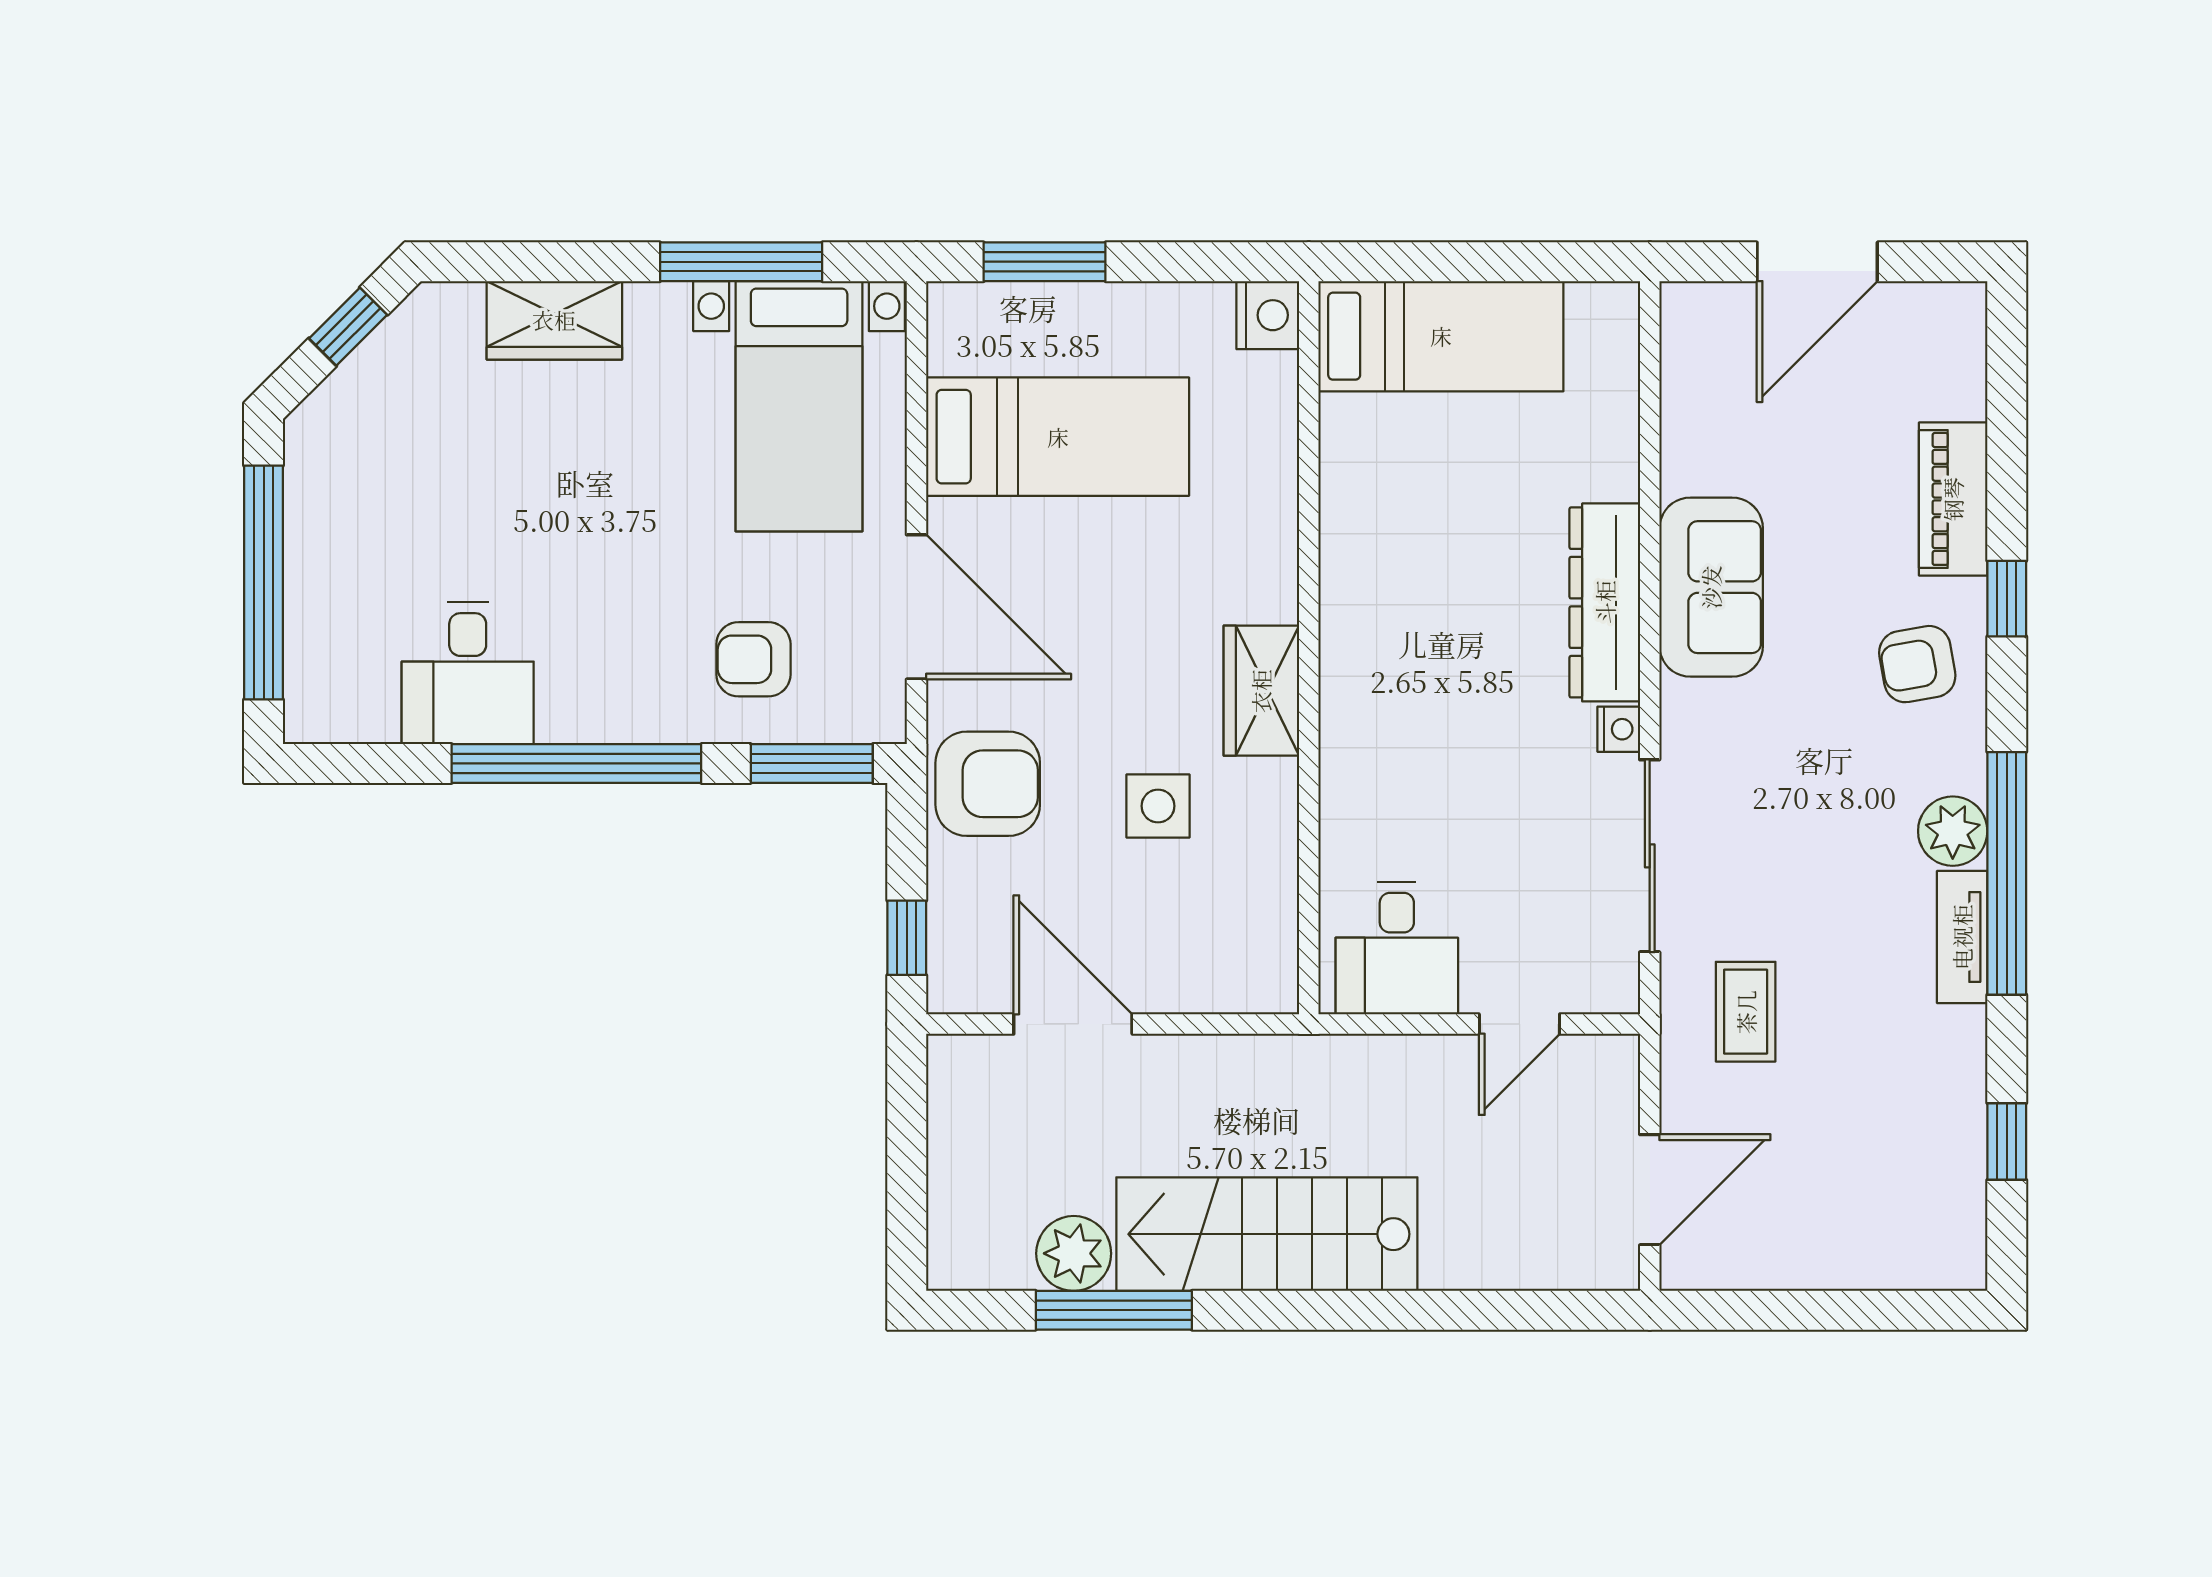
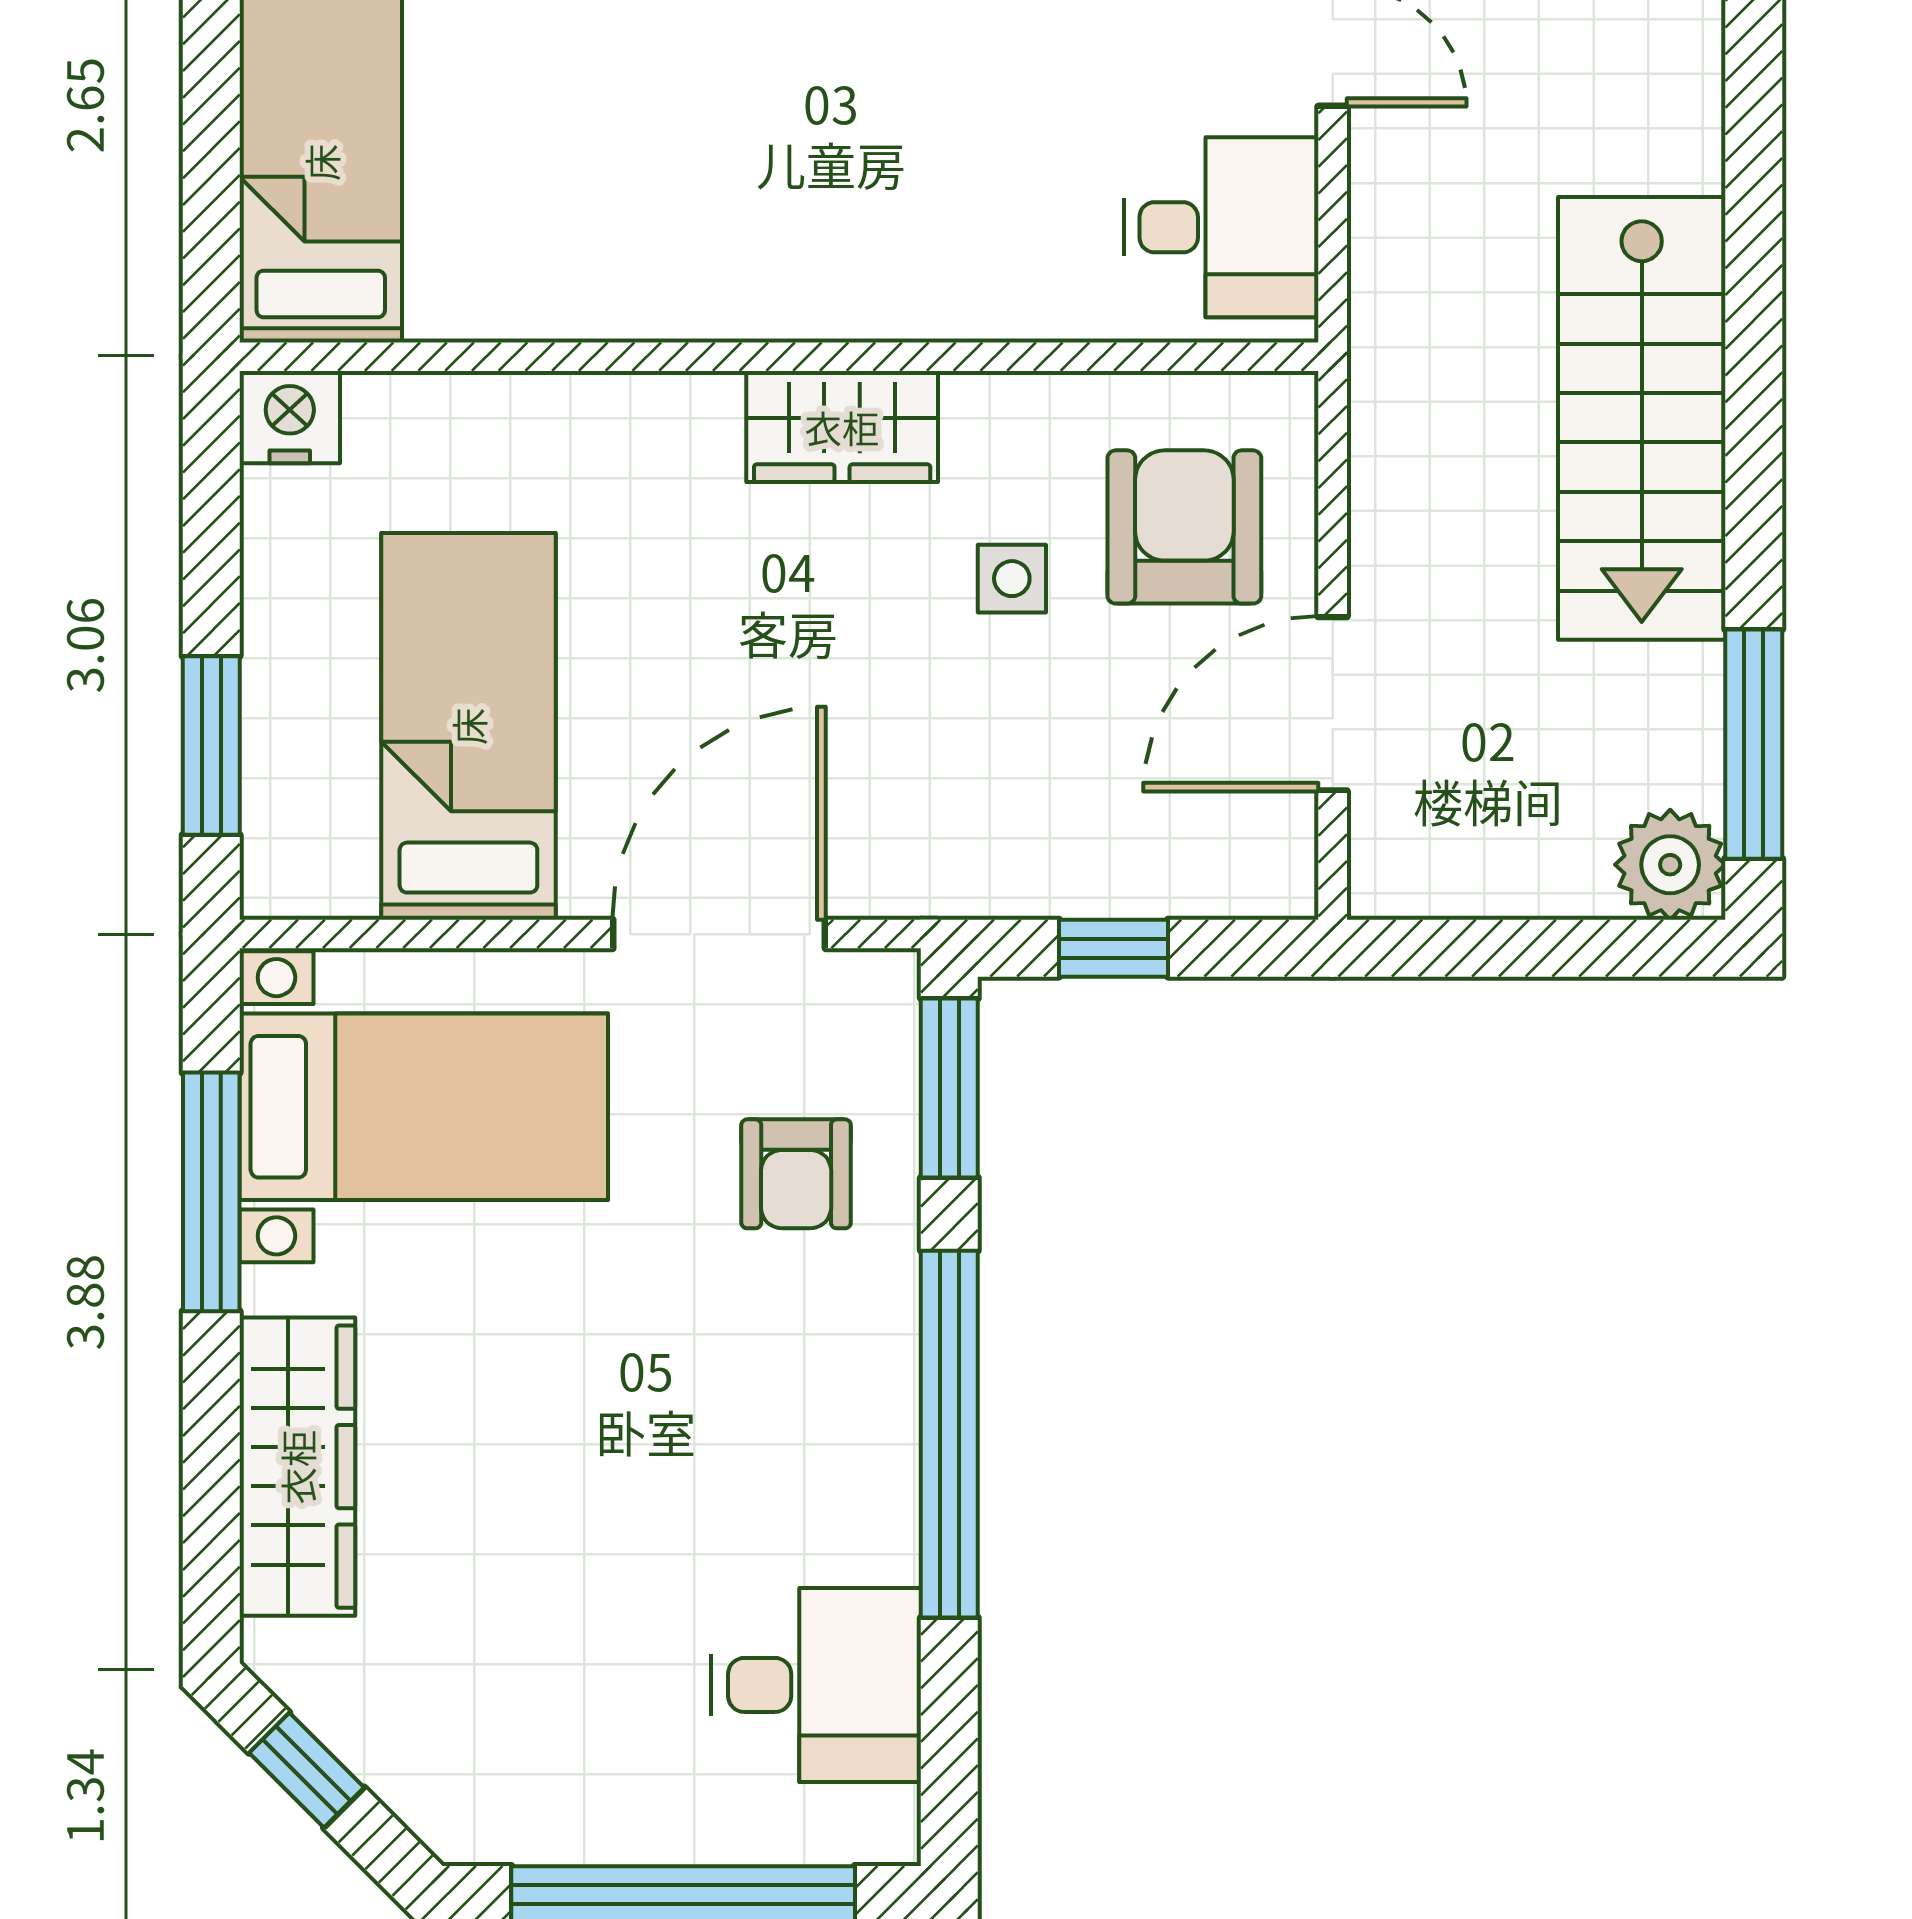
wardrobe: (554, 320) -> (297, 1467), width x1.50
desk: (468, 673) -> (816, 1685), moved
armchair: (988, 784) -> (1184, 527), moved
side table: (1158, 806) -> (1012, 579), width x0.73, depth x0.73
window: (907, 938) -> (1114, 948), moved
plant: (1074, 1253) -> (1670, 865), moved
window: (1114, 1310) -> (1754, 744), moved

